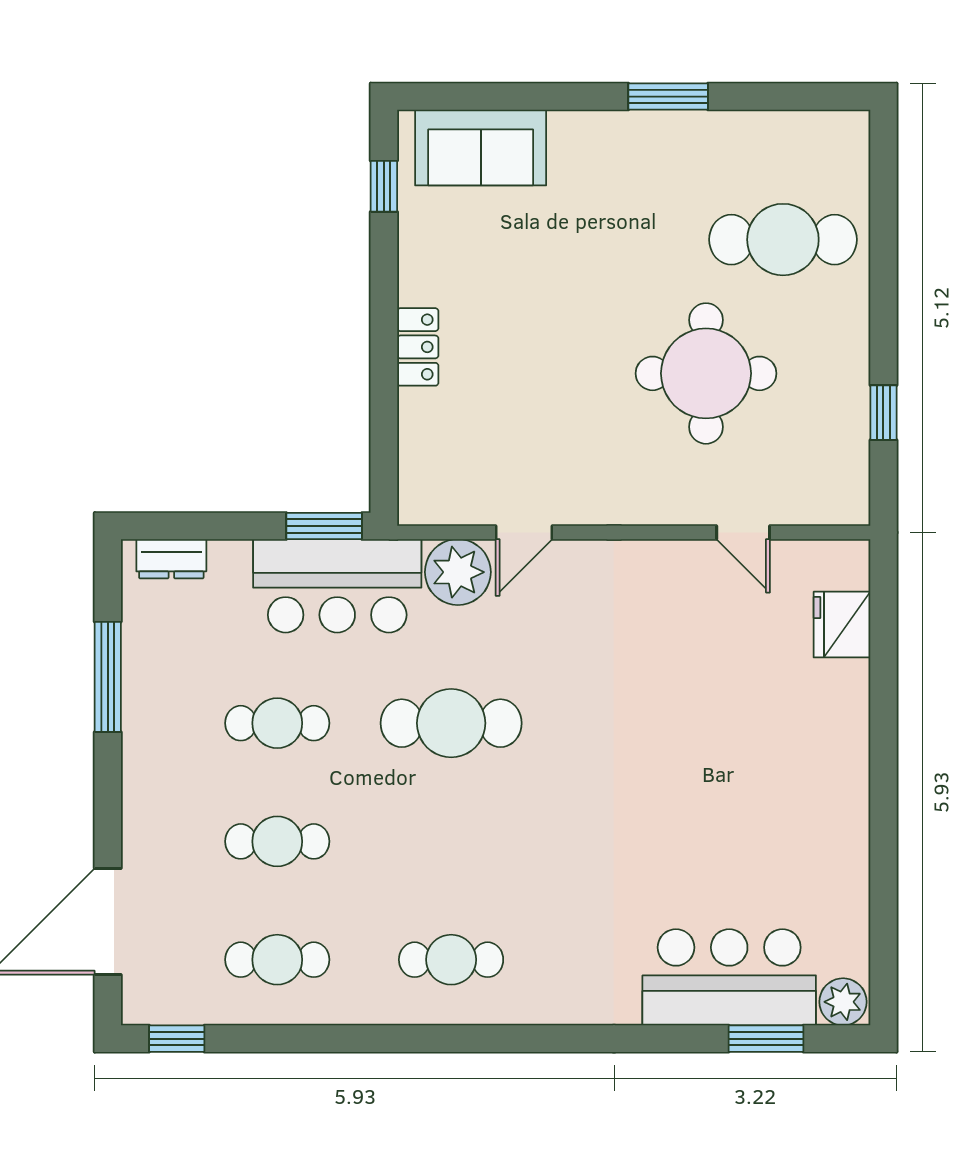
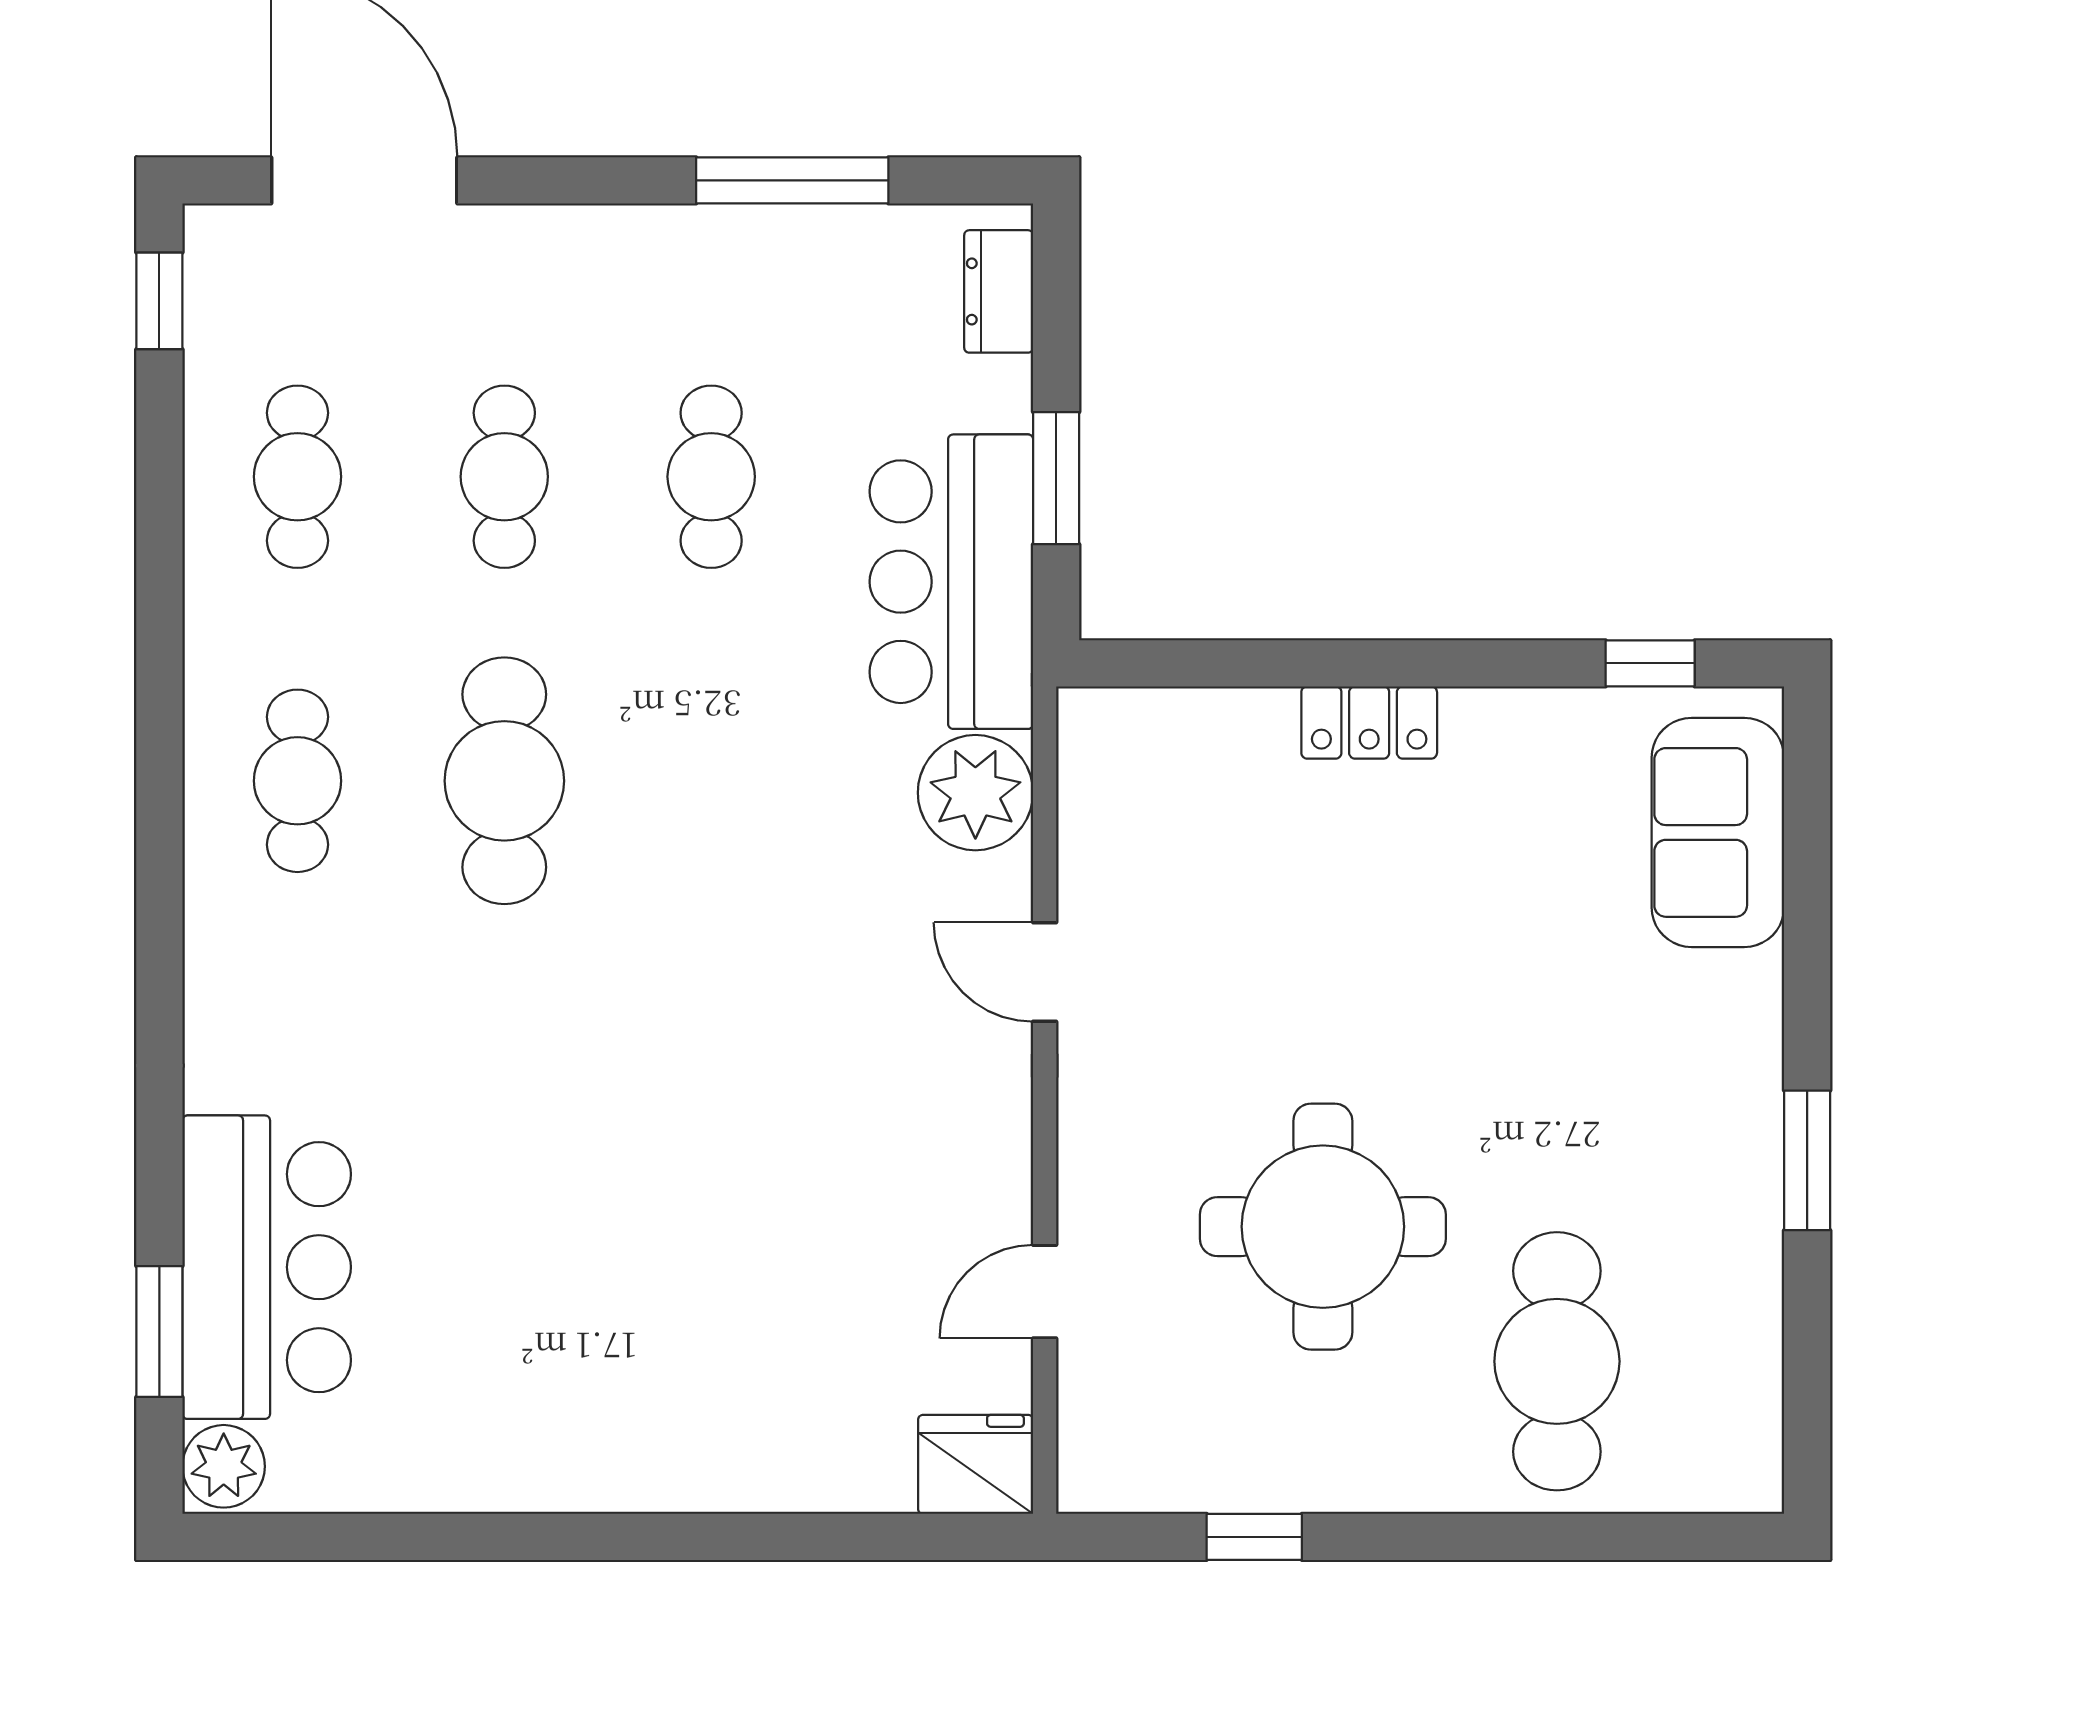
window: (324, 526) -> (1056, 478), moved
door: (524, 533) -> (1045, 972), moved
fridge: (842, 625) -> (976, 1464), moved
cafe table: (451, 723) -> (504, 781), moved

